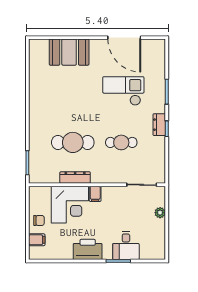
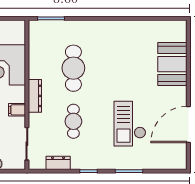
checkout: (123, 91) -> (130, 124), turned 180
dresser: (159, 125) -> (58, 163), moved
dresser: (75, 178) -> (35, 96), moved
filing cabinet: (95, 194) -> (17, 110), moved

